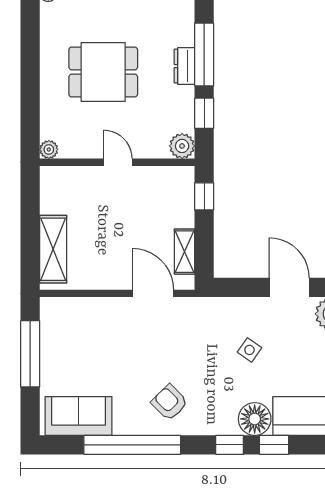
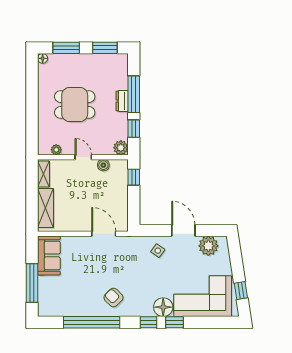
plant: (49, 149) -> (56, 150), moved
boiler: (152, 176) -> (103, 165), added
shelving: (185, 252) -> (44, 174), moved
side table: (249, 350) -> (158, 251), moved
window: (30, 354) -> (32, 283), moved
sofa: (79, 416) -> (49, 255), moved, turned 90

